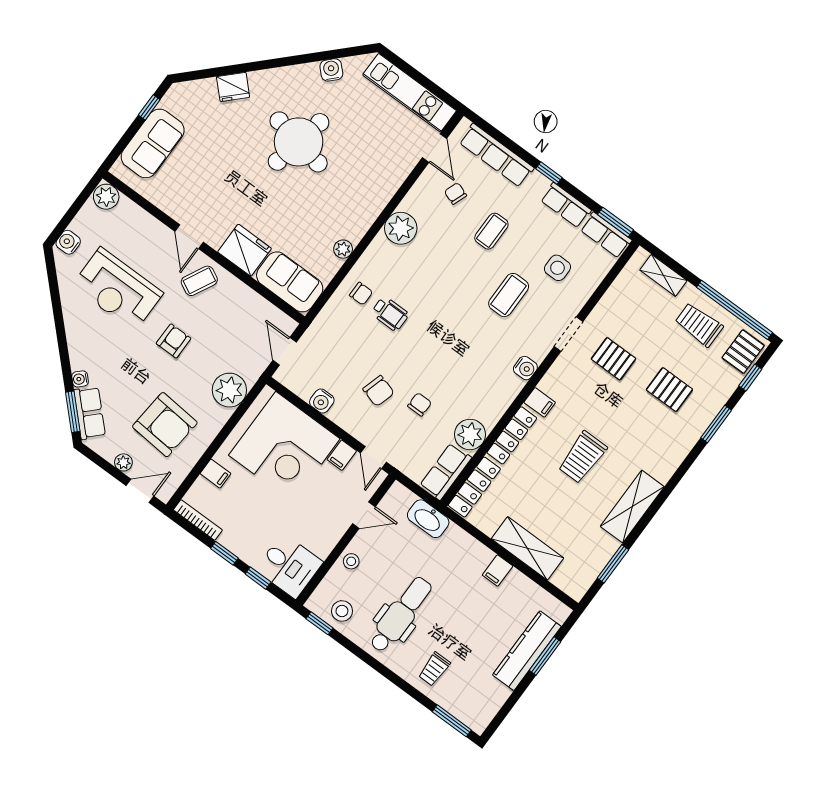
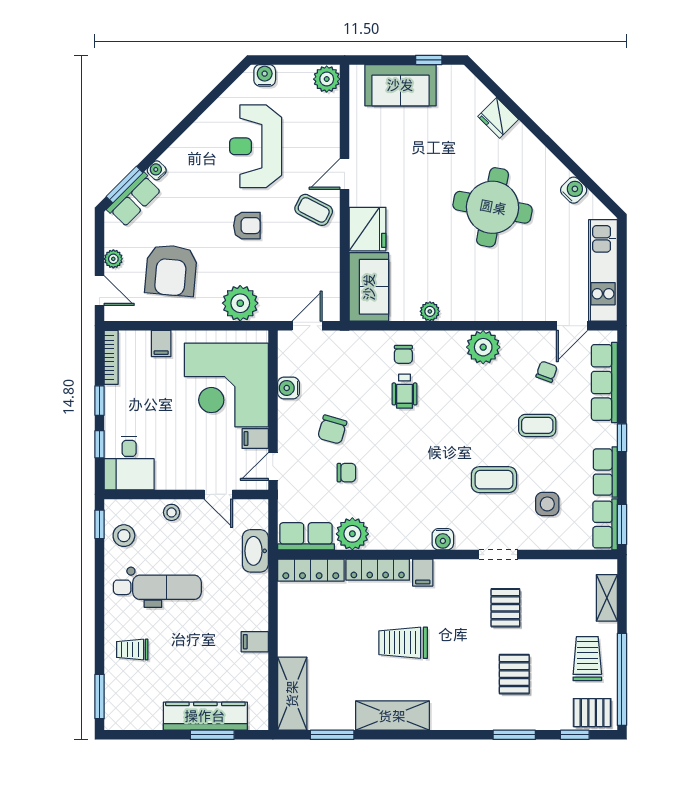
shelving: (528, 548) -> (292, 694), moved

